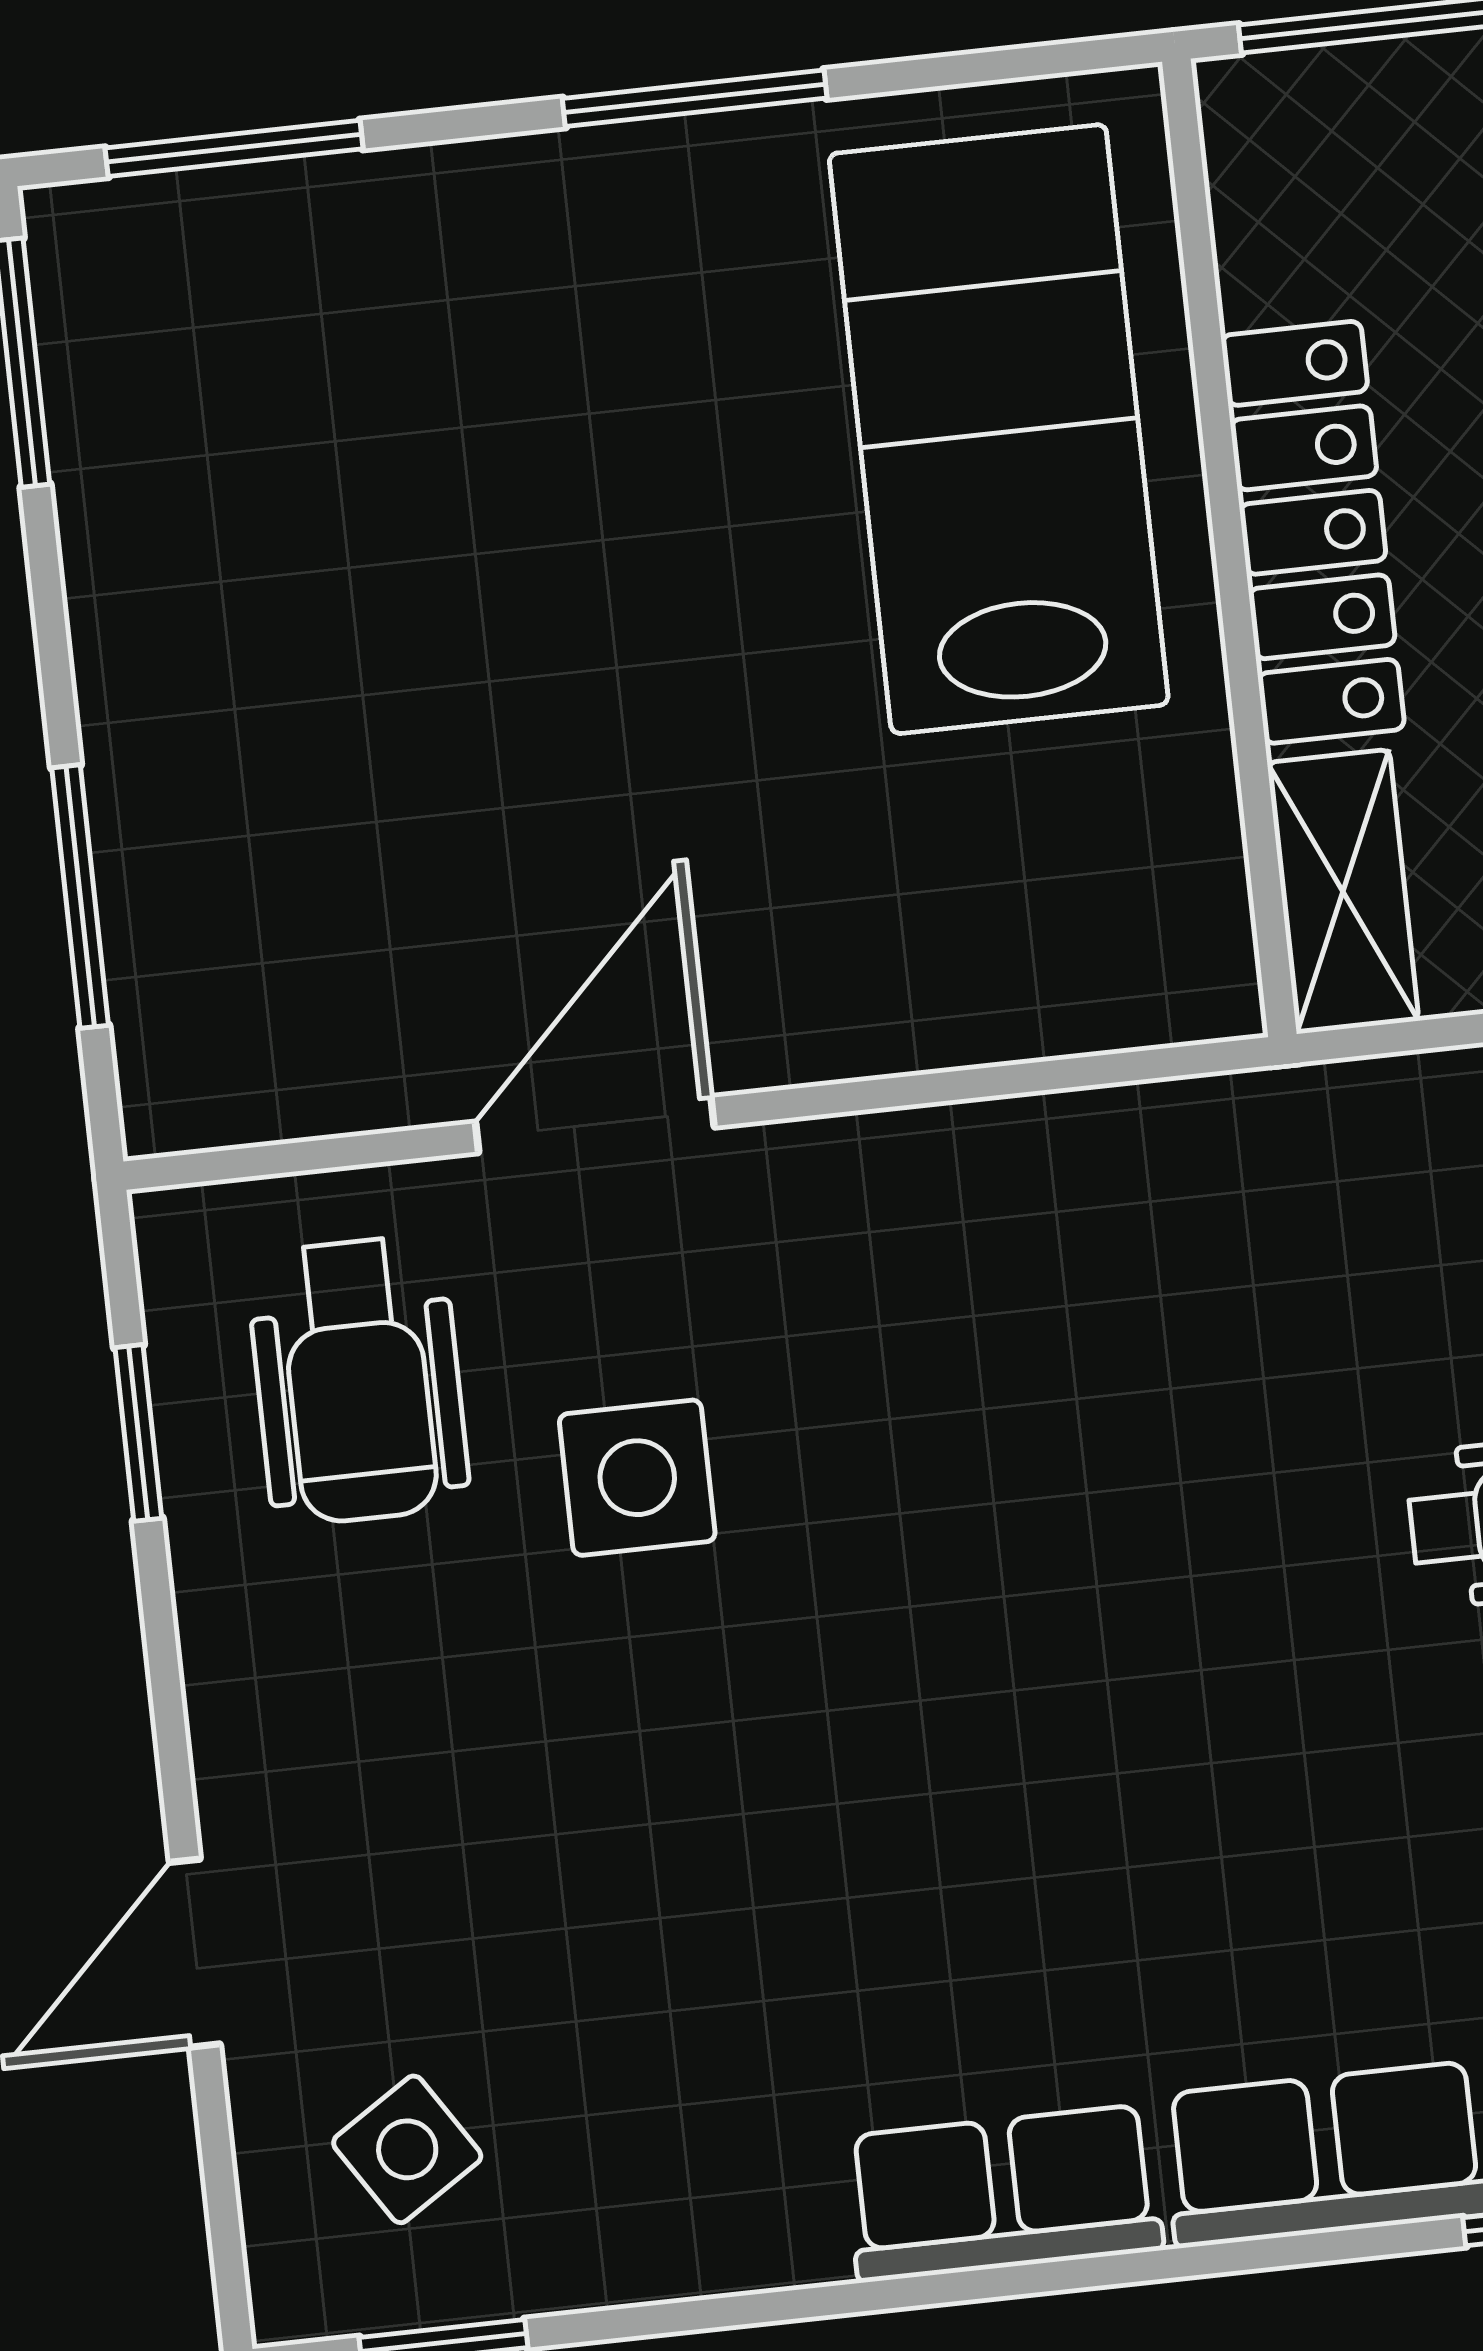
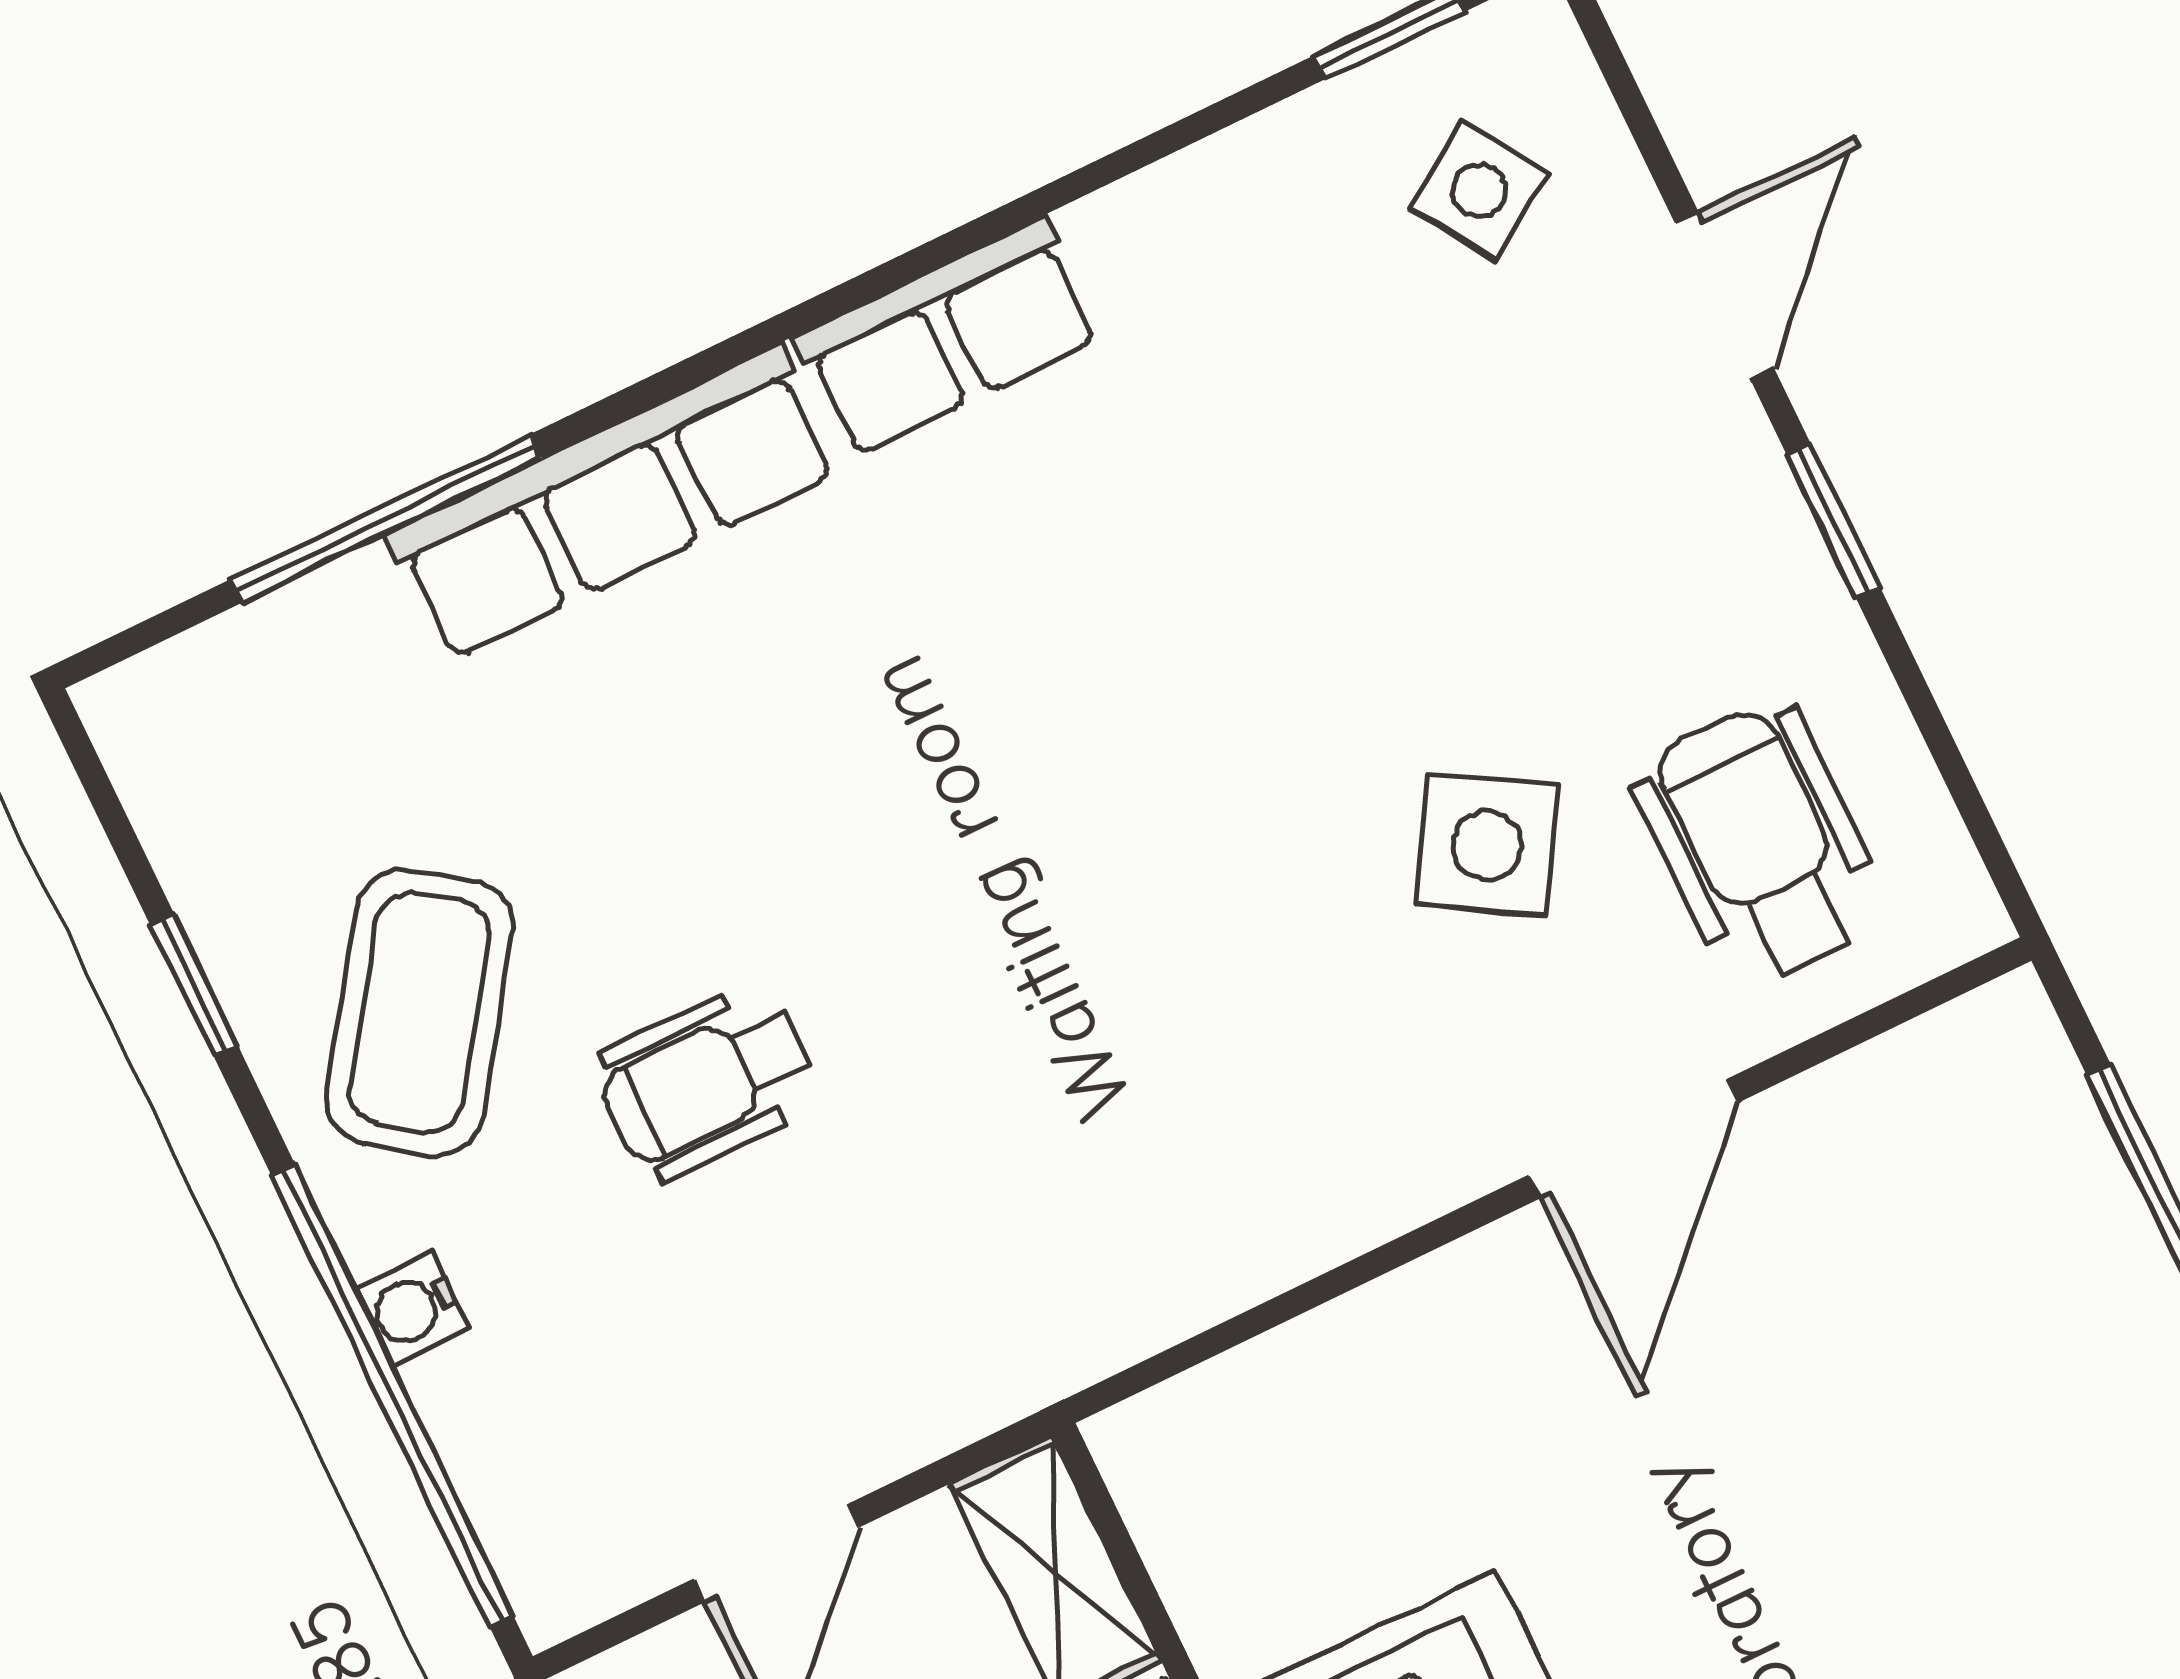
window: (138, 1433) -> (1833, 521), moved
side table: (637, 1478) -> (1487, 845), turned 31

